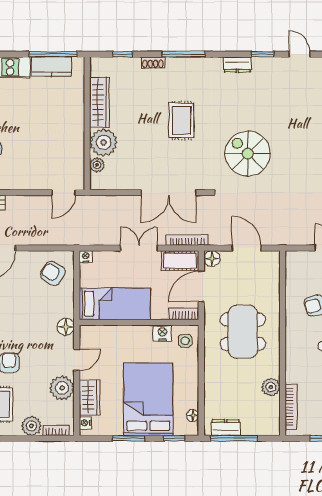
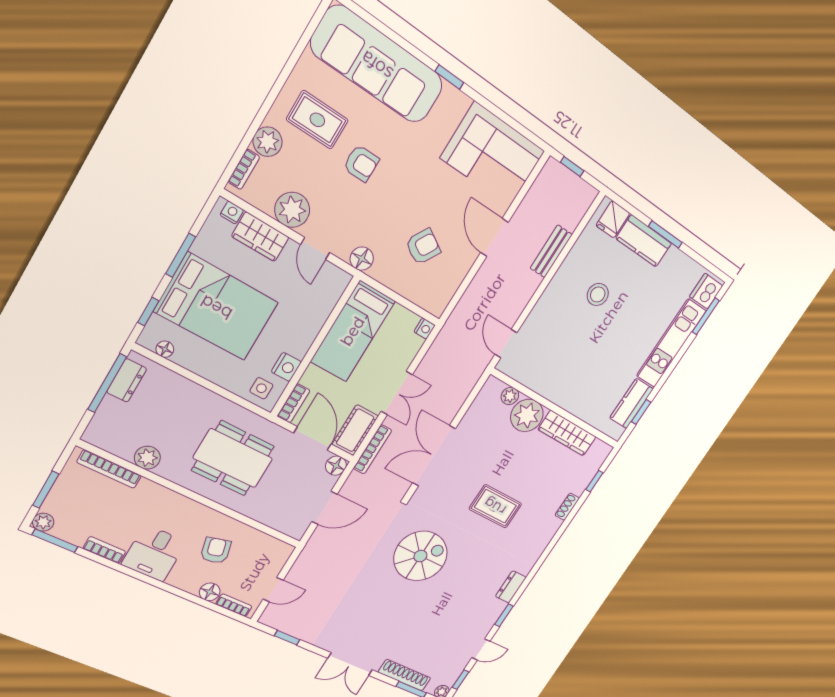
window: (53, 54) -> (641, 412), width x0.46
window: (183, 54) -> (555, 540), removed
armchair: (53, 273) -> (423, 247), moved

